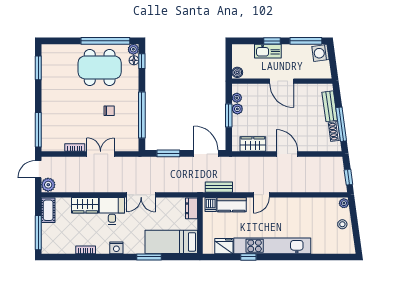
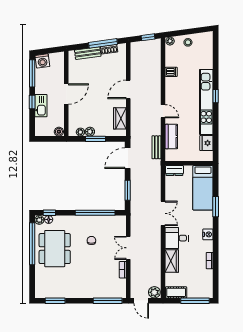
dishwasher: (211, 205) -> (171, 72), moved
window: (248, 257) -> (216, 96), moved

